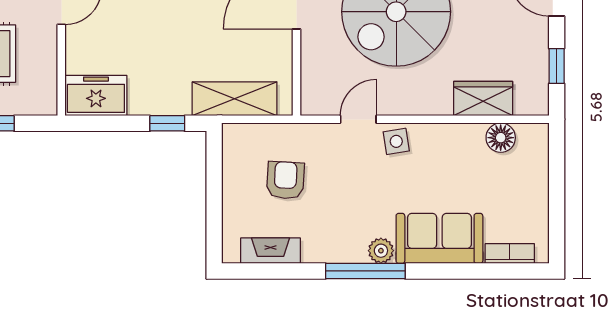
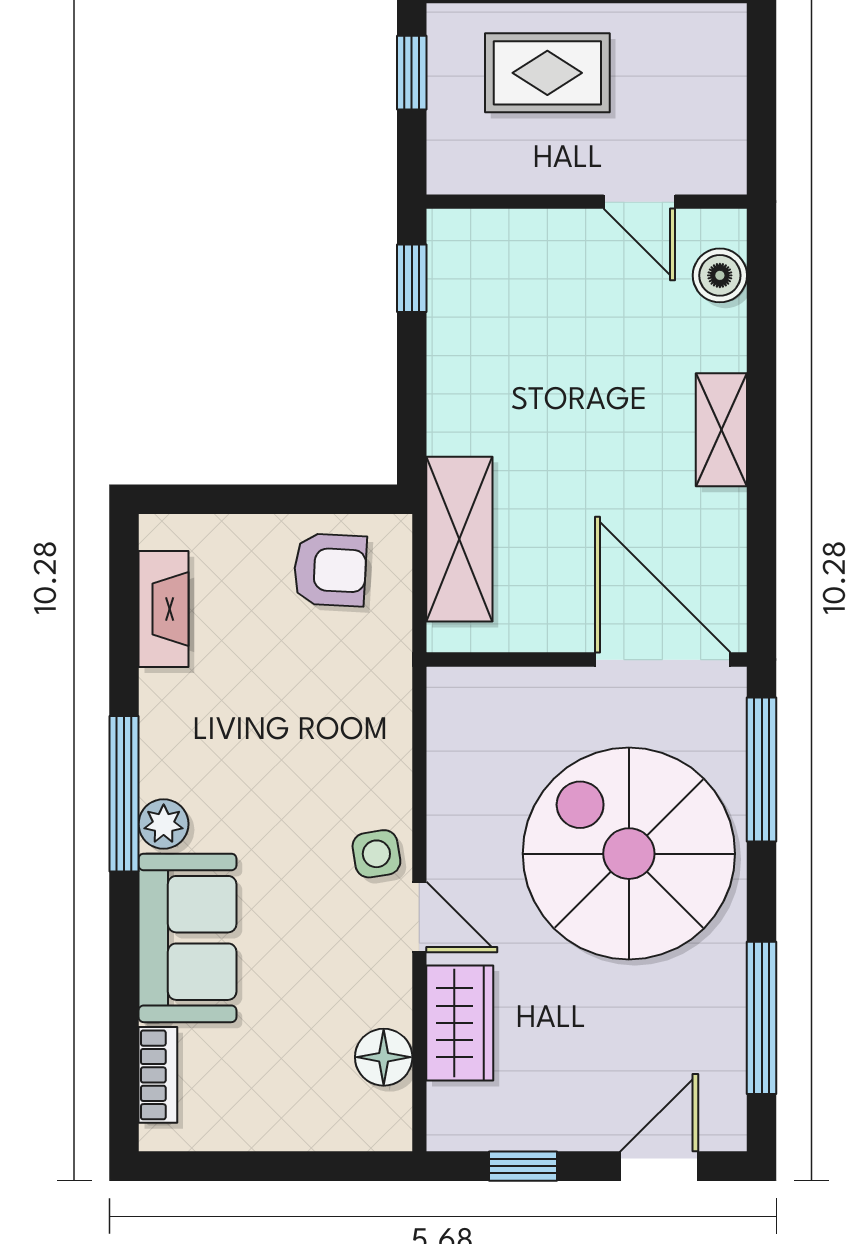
freezer: (96, 96) -> (466, 269), removed
door: (358, 119) -> (419, 917), moved
window: (167, 123) -> (412, 278), moved
armchair: (285, 180) -> (330, 570), moved

